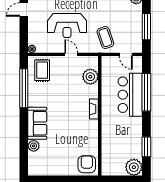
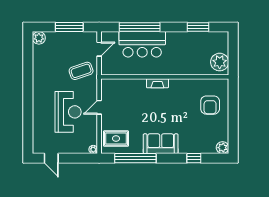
plant: (90, 77) -> (123, 87), removed
sofa: (37, 123) -> (161, 144), moved
window: (24, 143) -> (194, 158), added
plant: (34, 146) -> (222, 148), moved
armchair: (87, 164) -> (210, 105), moved, turned -90
plant: (134, 167) -> (220, 62), moved

